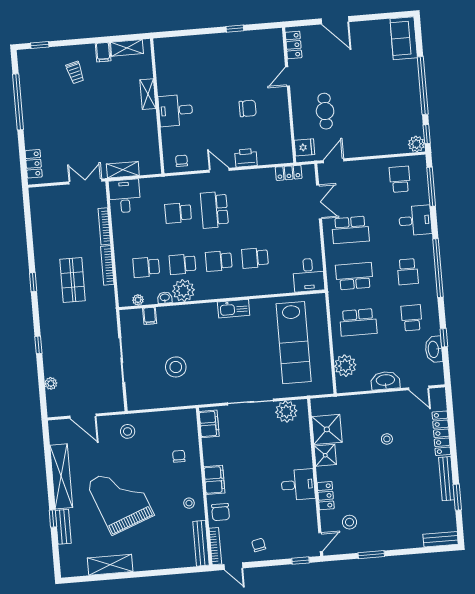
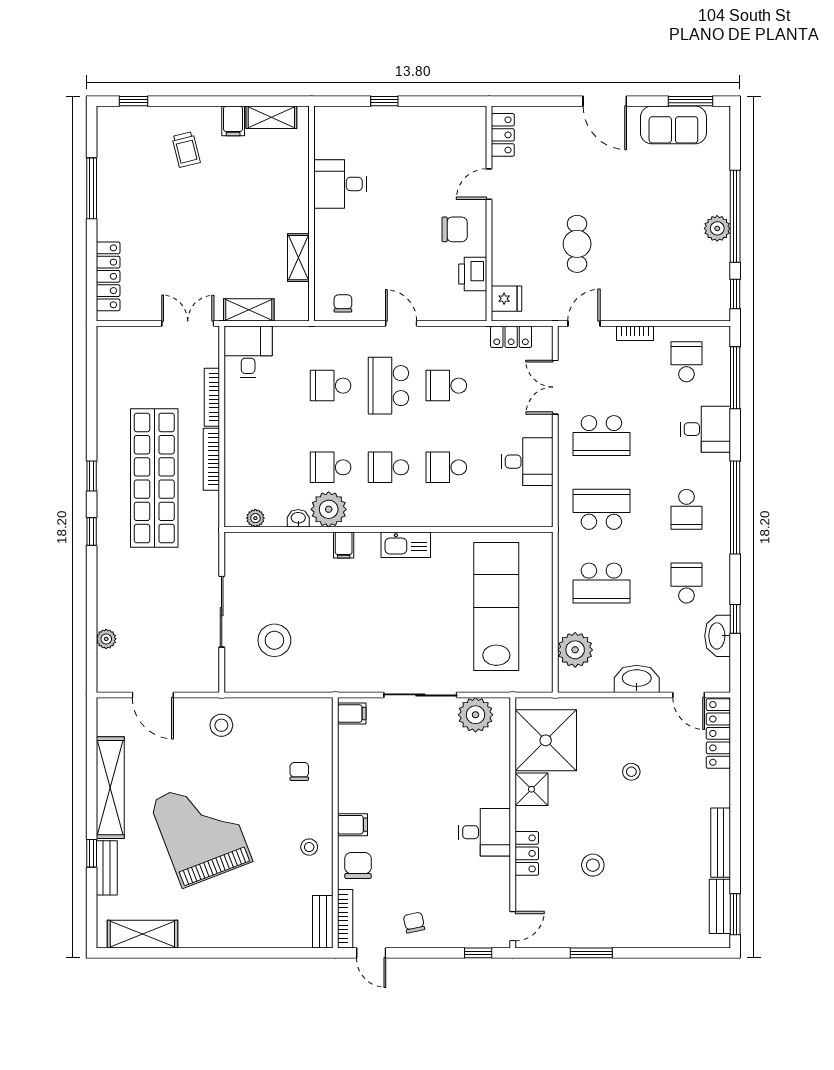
window: (389, 16) -> (691, 101), added
window: (235, 29) -> (384, 101), moved
sofa: (404, 38) -> (673, 125), moved, turned -90
locker: (294, 45) -> (503, 135), moved
door: (288, 76) -> (489, 184), moved
shelving: (148, 94) -> (298, 258), moved
wall: (289, 95) -> (489, 214), moved
window: (18, 102) -> (92, 188), width x0.68
desk: (176, 110) -> (340, 184), moved
plant: (416, 144) -> (717, 228), moved
fridge: (305, 147) -> (507, 299), moved
printer: (246, 158) -> (473, 274), moved, turned -90
locker: (34, 164) -> (108, 276), width x1.53
bookcase: (366, 164) -> (635, 333), added
double door: (319, 202) -> (555, 387), swing flipped
school desk: (146, 267) -> (446, 386), moved
desk: (309, 275) -> (527, 462), moved, turned -90
shop shelf: (73, 280) -> (154, 478), width x2.00, depth x1.36
filing cabinet: (150, 316) -> (344, 545), moved
lab bench: (294, 343) -> (496, 607), turned 180
window: (38, 345) -> (92, 532), moved
stool: (176, 367) -> (274, 640), moved
filing cabinet: (209, 424) -> (352, 713), width x0.50
shower: (327, 429) -> (546, 740), width x1.37, depth x1.37
locker: (441, 433) -> (718, 733), moved
filing cabinet: (214, 480) -> (352, 825), width x0.50
window: (457, 497) -> (735, 914), moved
chair: (221, 512) -> (358, 865), turned 180
stool: (349, 522) -> (593, 865), moved
bench: (441, 539) -> (720, 906), moved, turned 90
bench: (201, 543) -> (323, 922), width x0.73
shelving: (110, 565) -> (142, 934), moved

